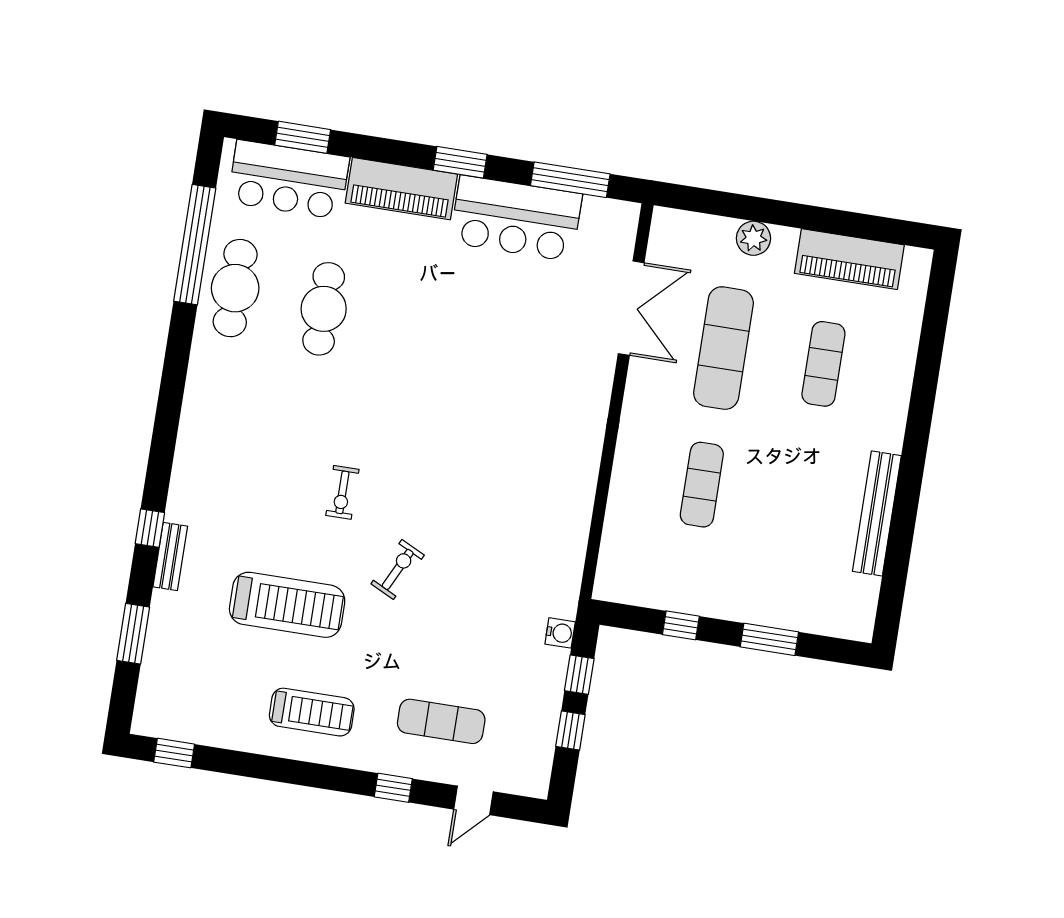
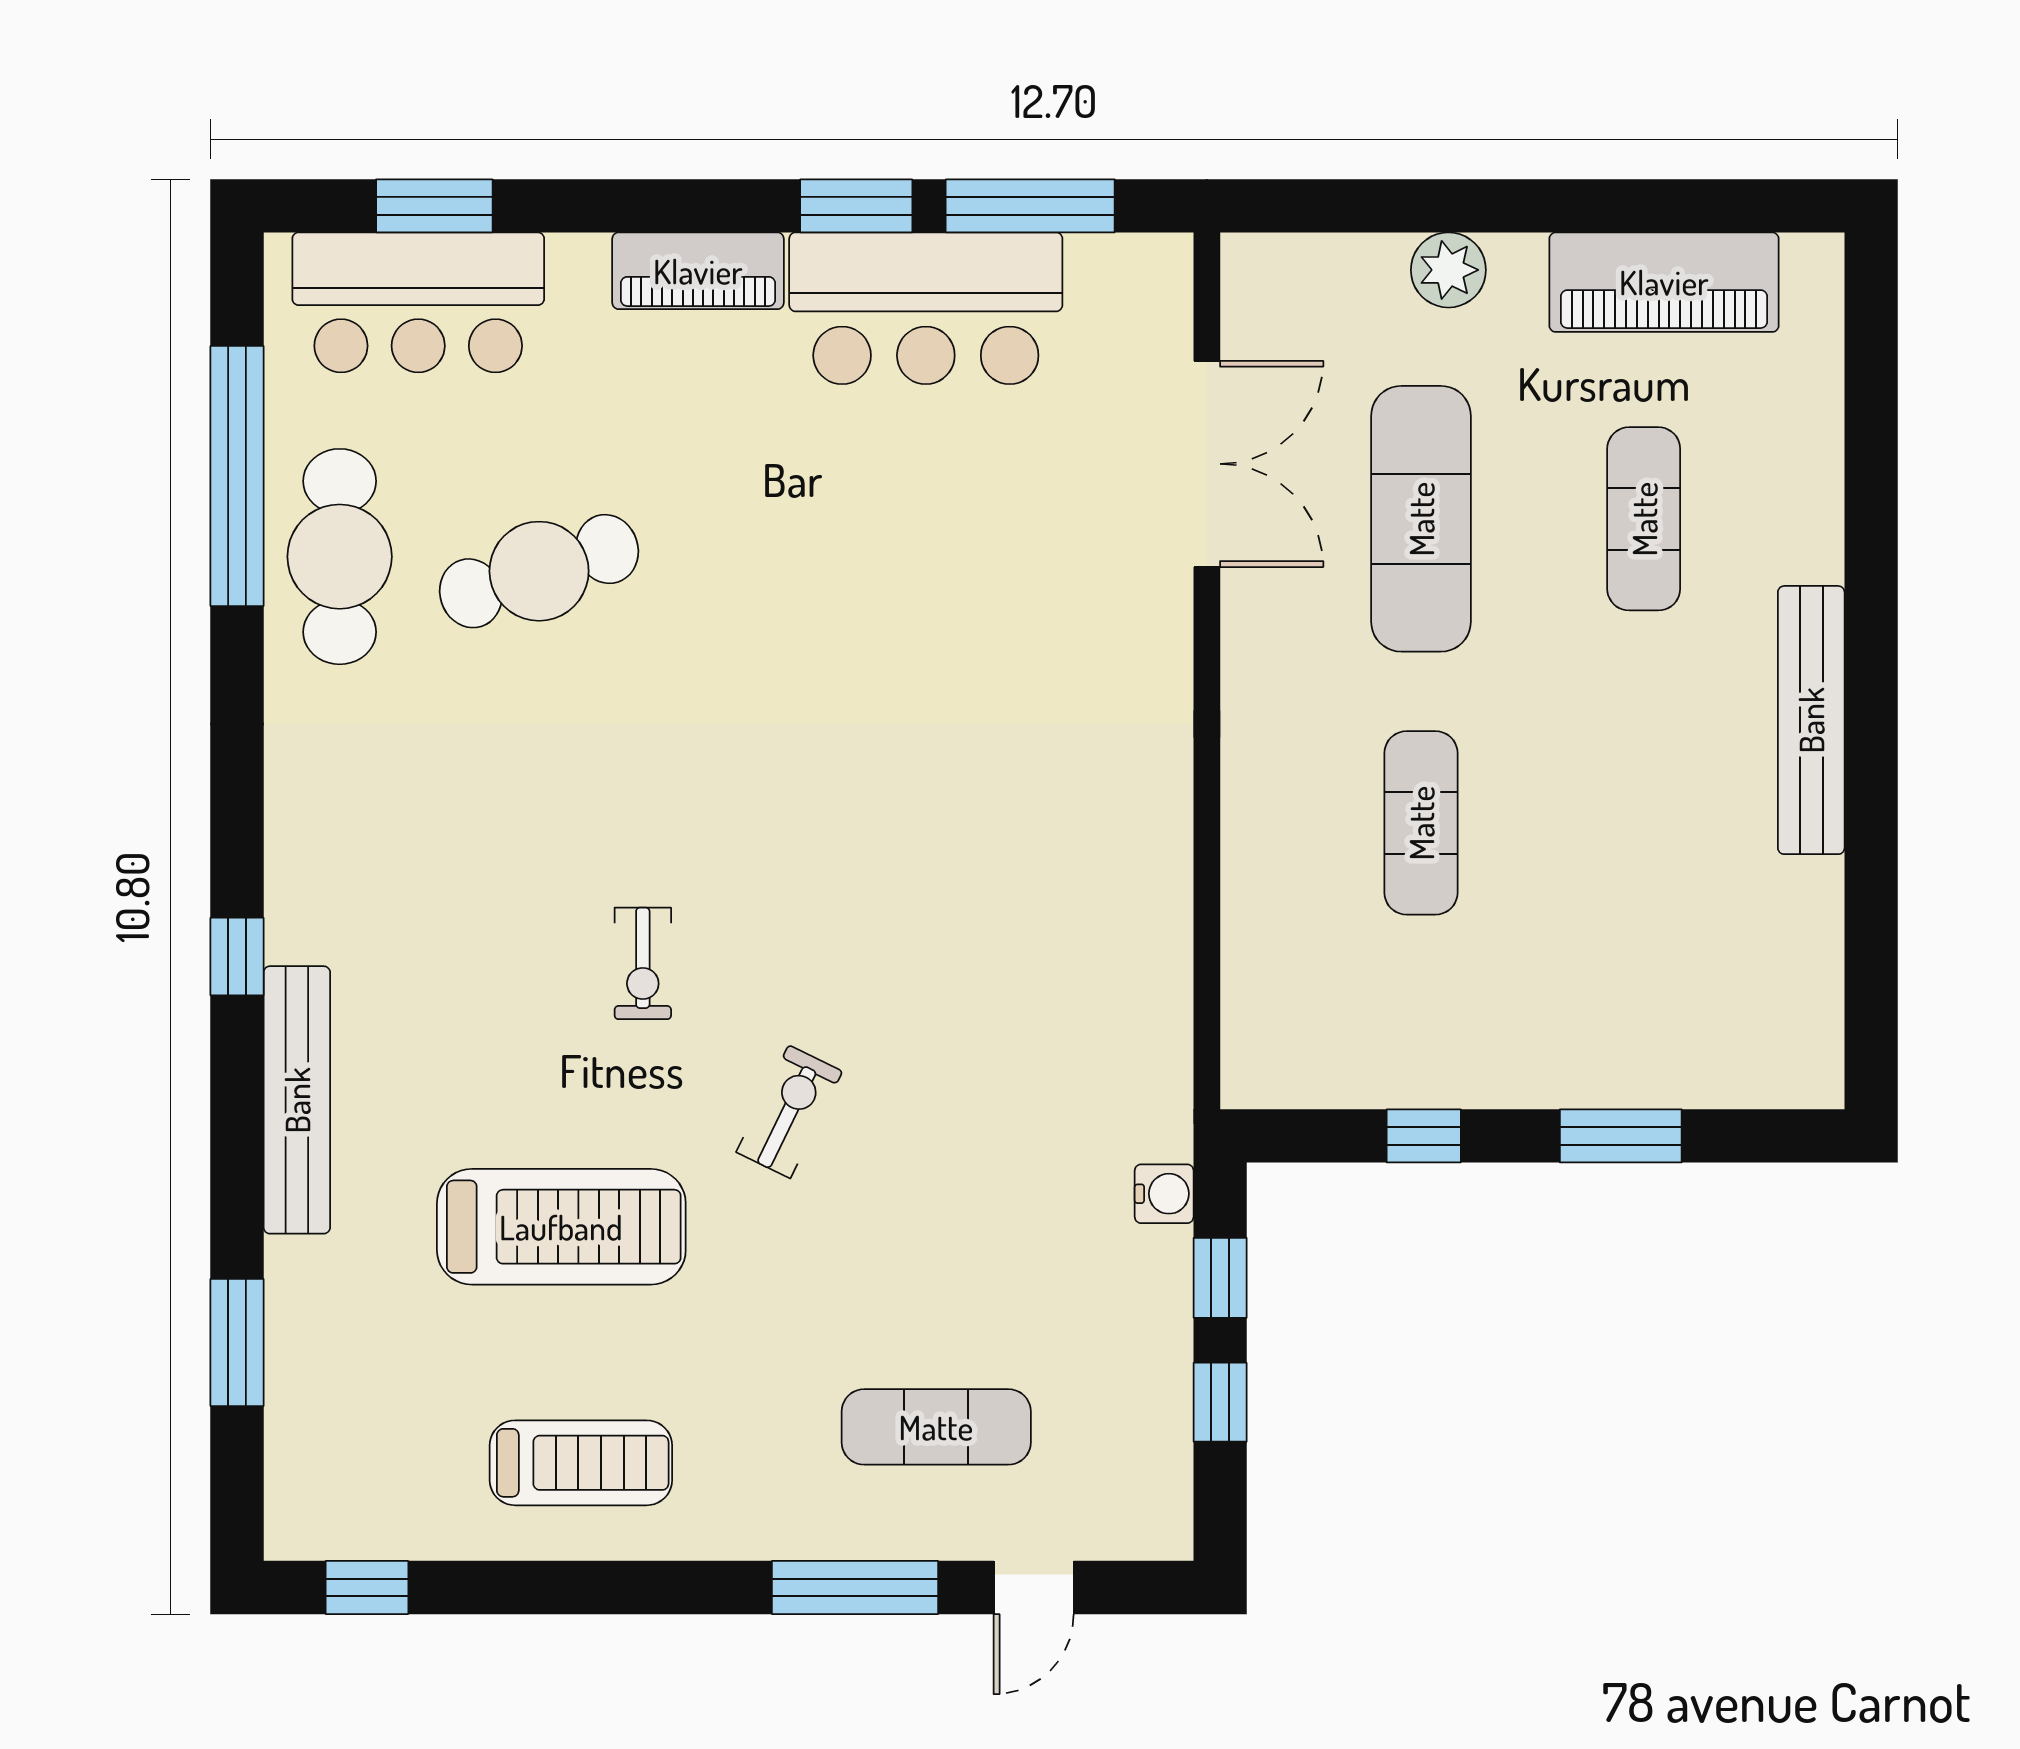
window: (460, 162) -> (856, 206), moved
piano: (401, 189) -> (698, 271), width x0.73, depth x0.75
cafe table: (324, 309) -> (539, 571), turned 72
bench: (877, 513) -> (1811, 720), moved
window: (150, 528) -> (237, 957), moved
bench: (170, 556) -> (297, 1100), width x1.86, depth x1.21
treadmill: (312, 712) -> (581, 1463), moved
window: (393, 788) -> (855, 1588), width x2.17

